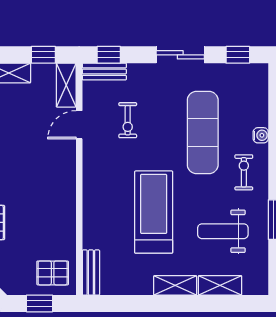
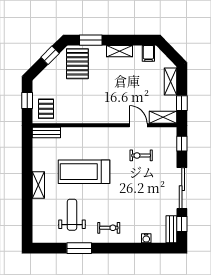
sliding door: (180, 55) -> (182, 188), width x1.37
bench: (104, 72) -> (171, 229), moved
exercise mat: (203, 133) -> (133, 202), removed
water cooler: (261, 135) -> (146, 238), moved
treadmill: (154, 212) -> (84, 172), turned 180
shelving: (220, 285) -> (38, 213), removed

